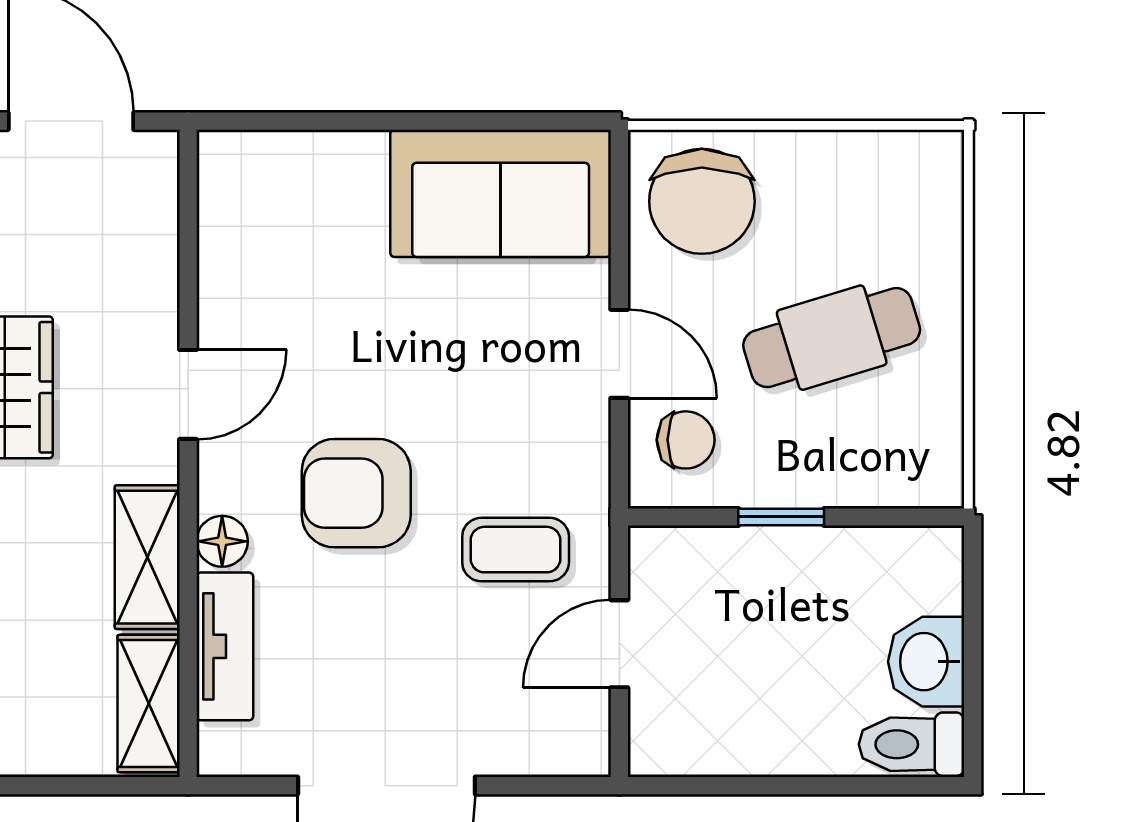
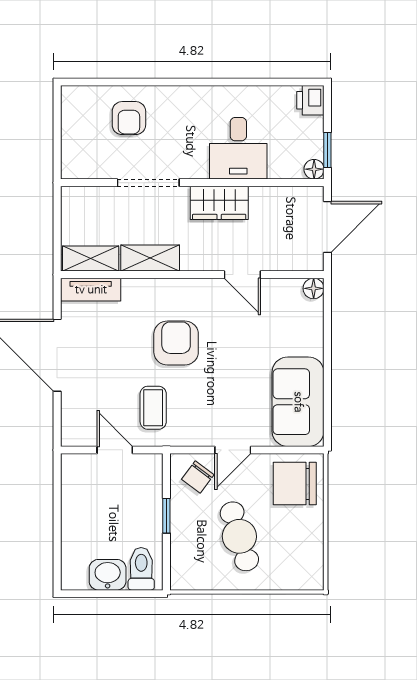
door: (188, 394) -> (242, 275), moved
chair: (686, 440) -> (198, 477), turned 37
floor lamp: (222, 541) -> (314, 288), moved
tv unit: (225, 646) -> (91, 290), moved
toilet: (912, 744) -> (141, 569), moved

